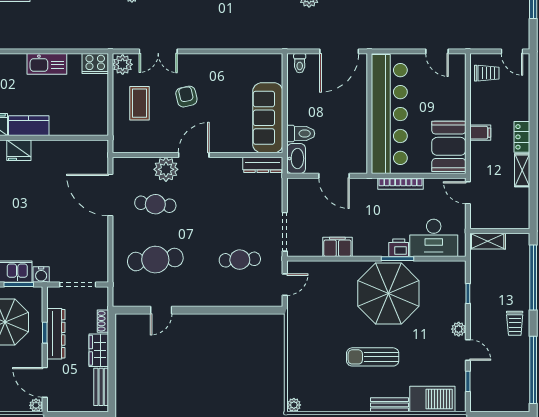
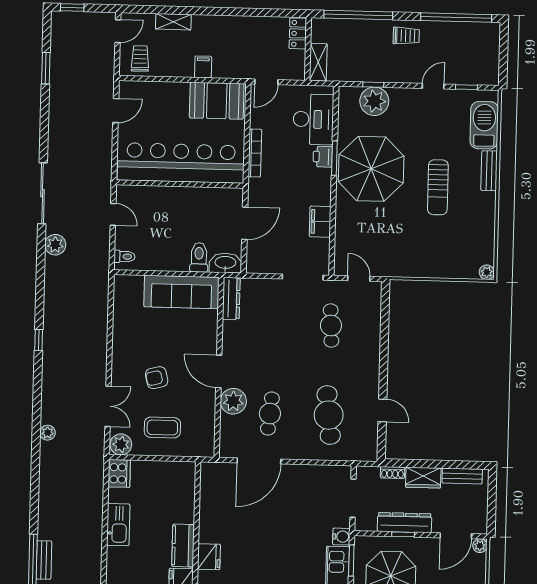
door: (339, 51) -> (113, 214), width x0.53
locker: (522, 137) -> (298, 33), moved, turned 90
shelving: (522, 170) -> (173, 22), moved
plant: (459, 329) -> (374, 101), moved, width x1.88, depth x1.88

